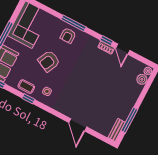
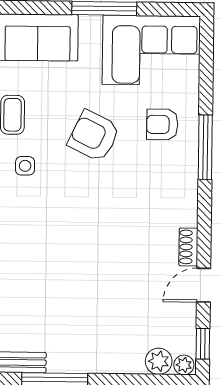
armchair: (68, 36) -> (162, 125), moved
window: (107, 41) -> (203, 344), moved

